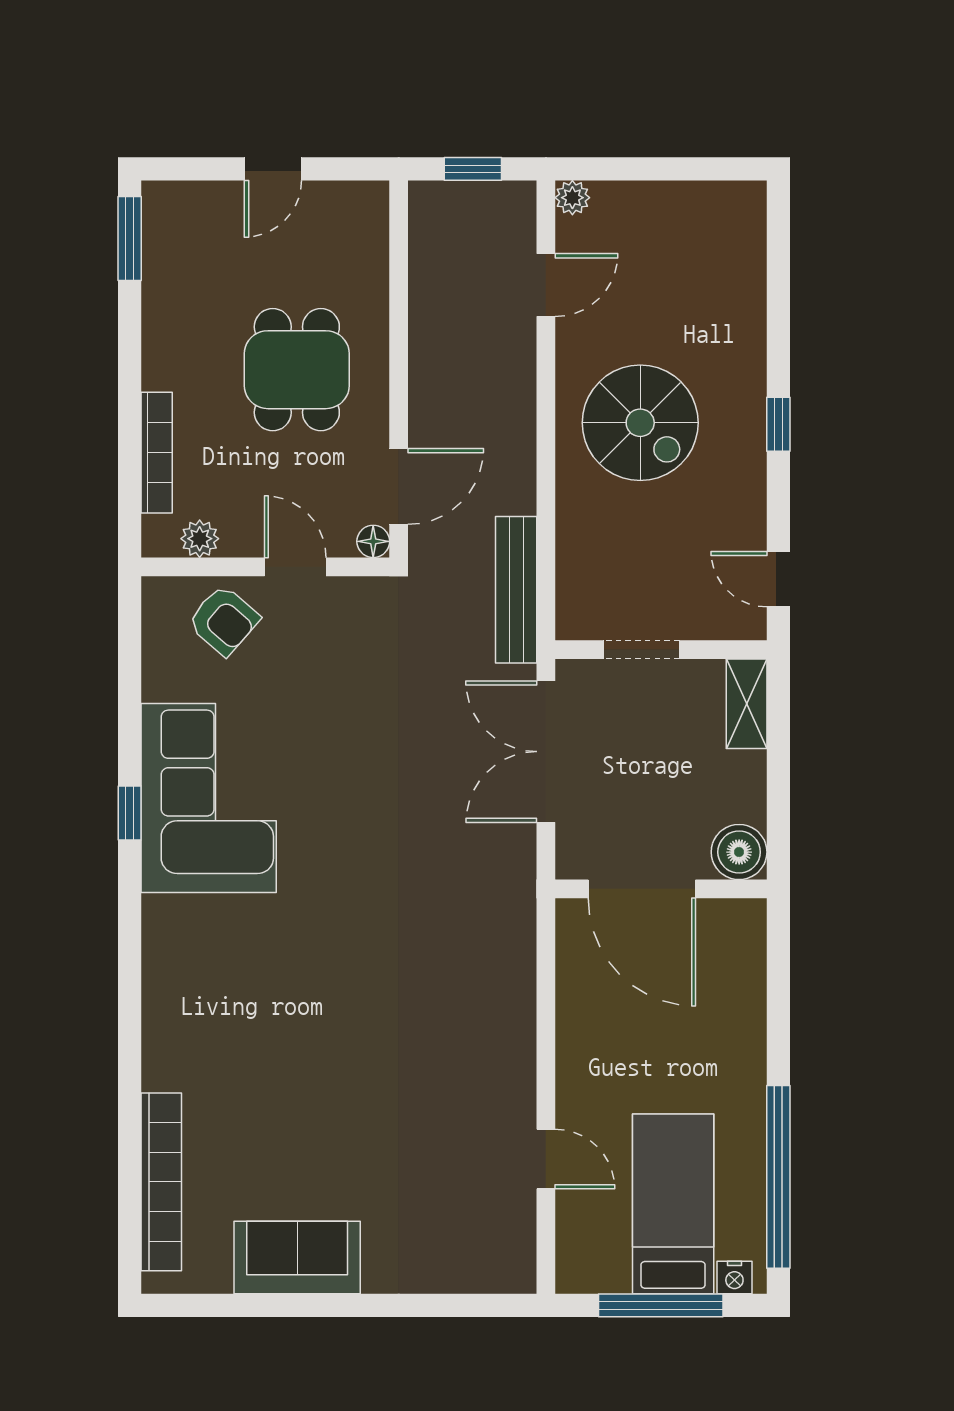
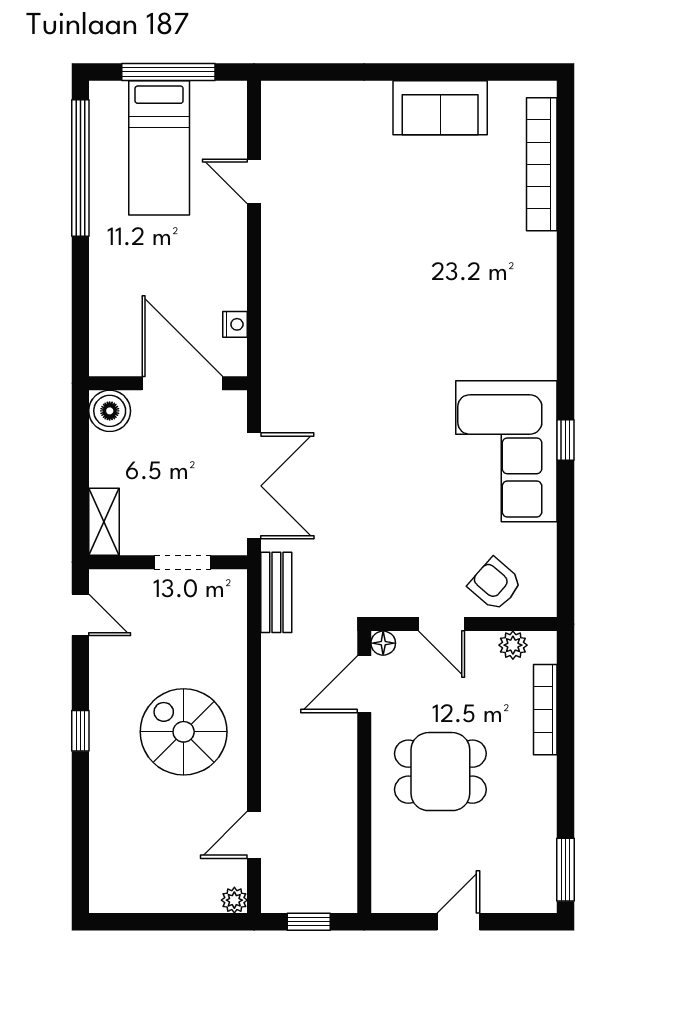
dining table: (297, 370) -> (440, 772), turned 90
bench: (516, 590) -> (276, 592), width x0.73
nightstand: (734, 1278) -> (235, 324), moved, turned 90

